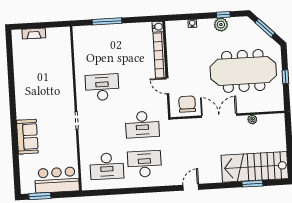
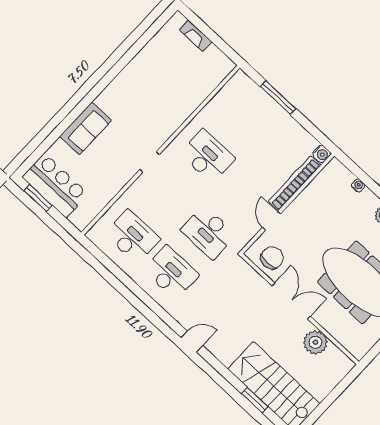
plant: (252, 119) -> (315, 342), width x1.88, depth x1.88
desk: (107, 166) -> (132, 237), turned 180
bar counter: (57, 180) -> (55, 185), moved

